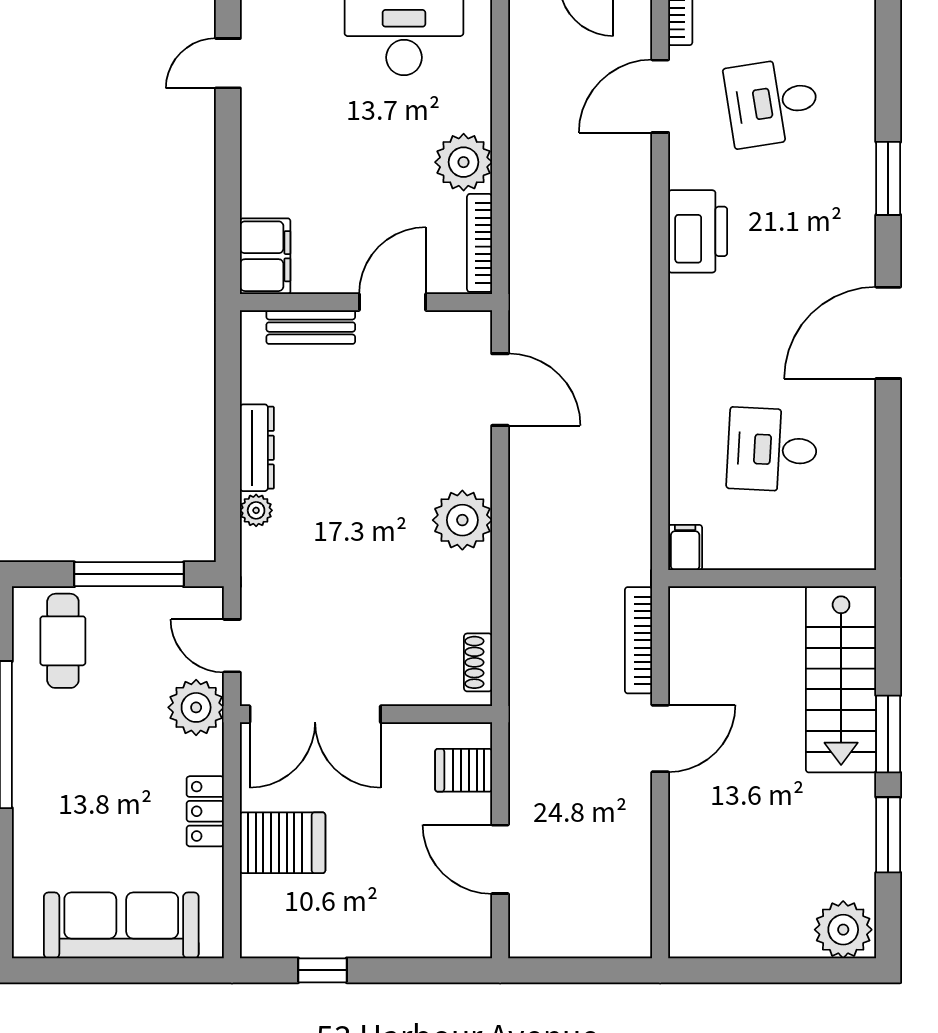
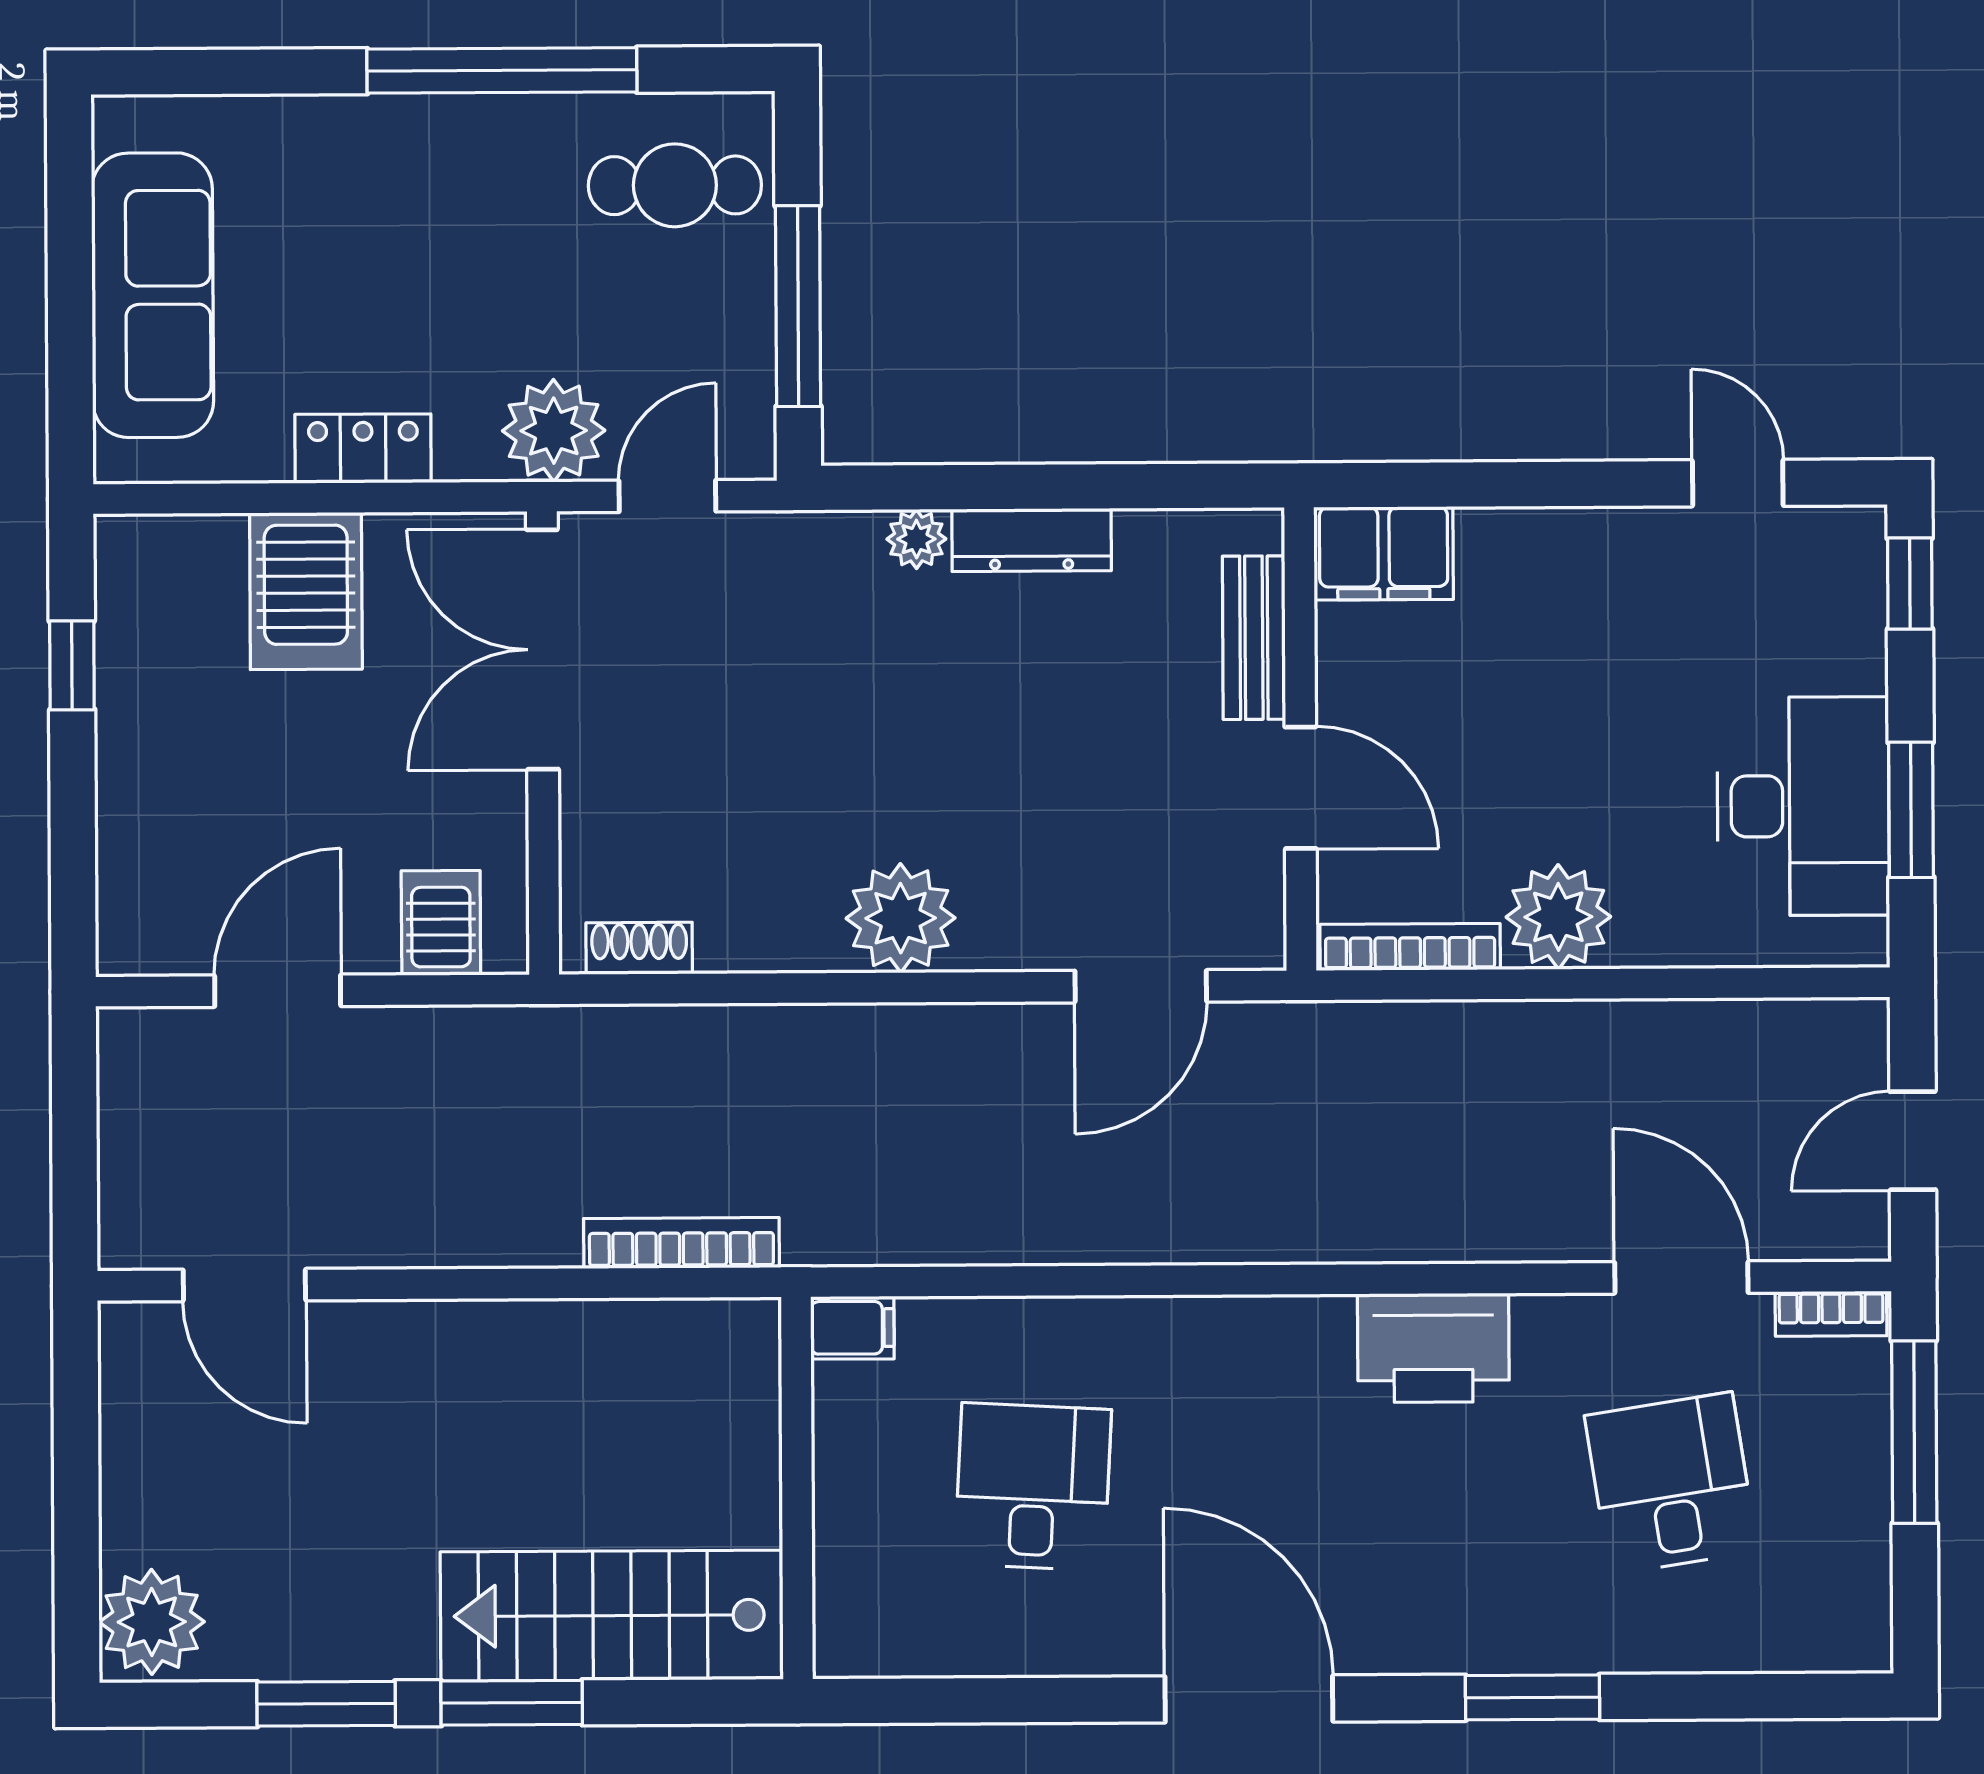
door: (660, 738) -> (244, 1285), moved

